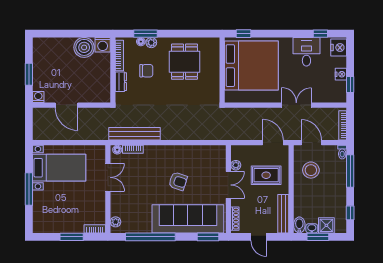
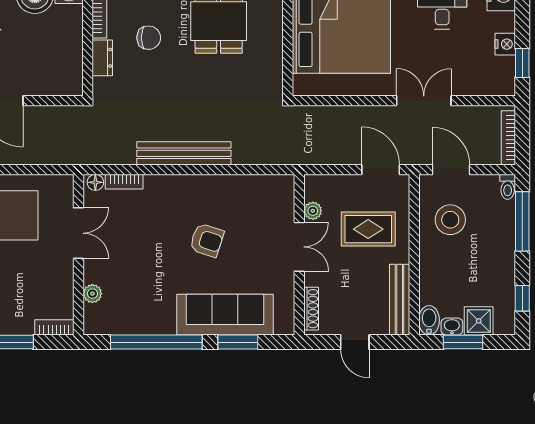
bench: (135, 134) -> (184, 153), moved
sofa: (188, 219) -> (225, 315), width x0.74, depth x0.79
plant: (116, 222) -> (92, 294), moved
window: (208, 237) -> (238, 342), moved

